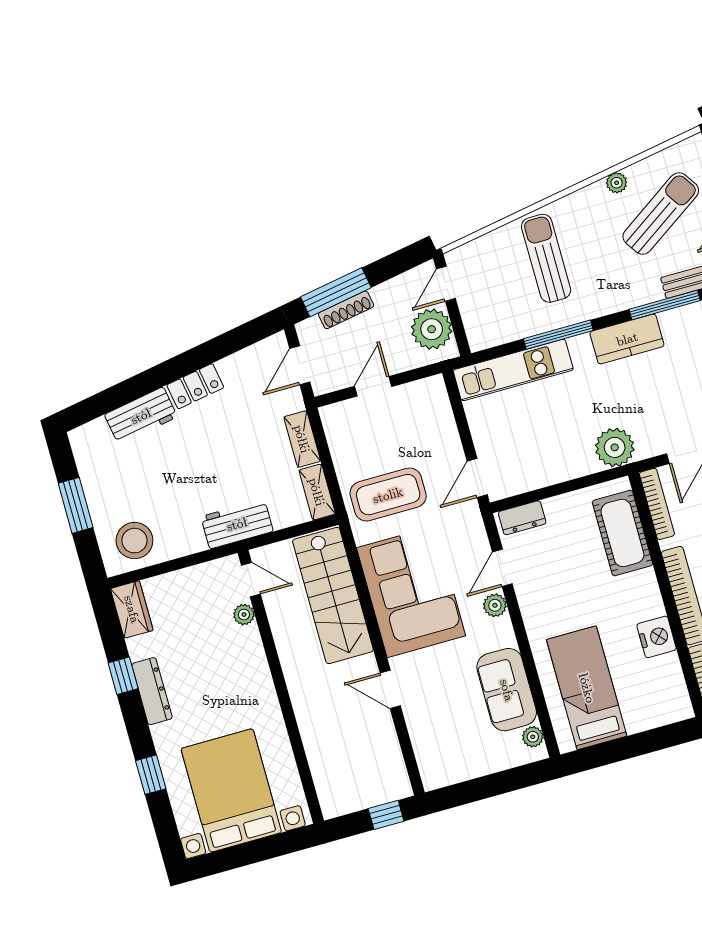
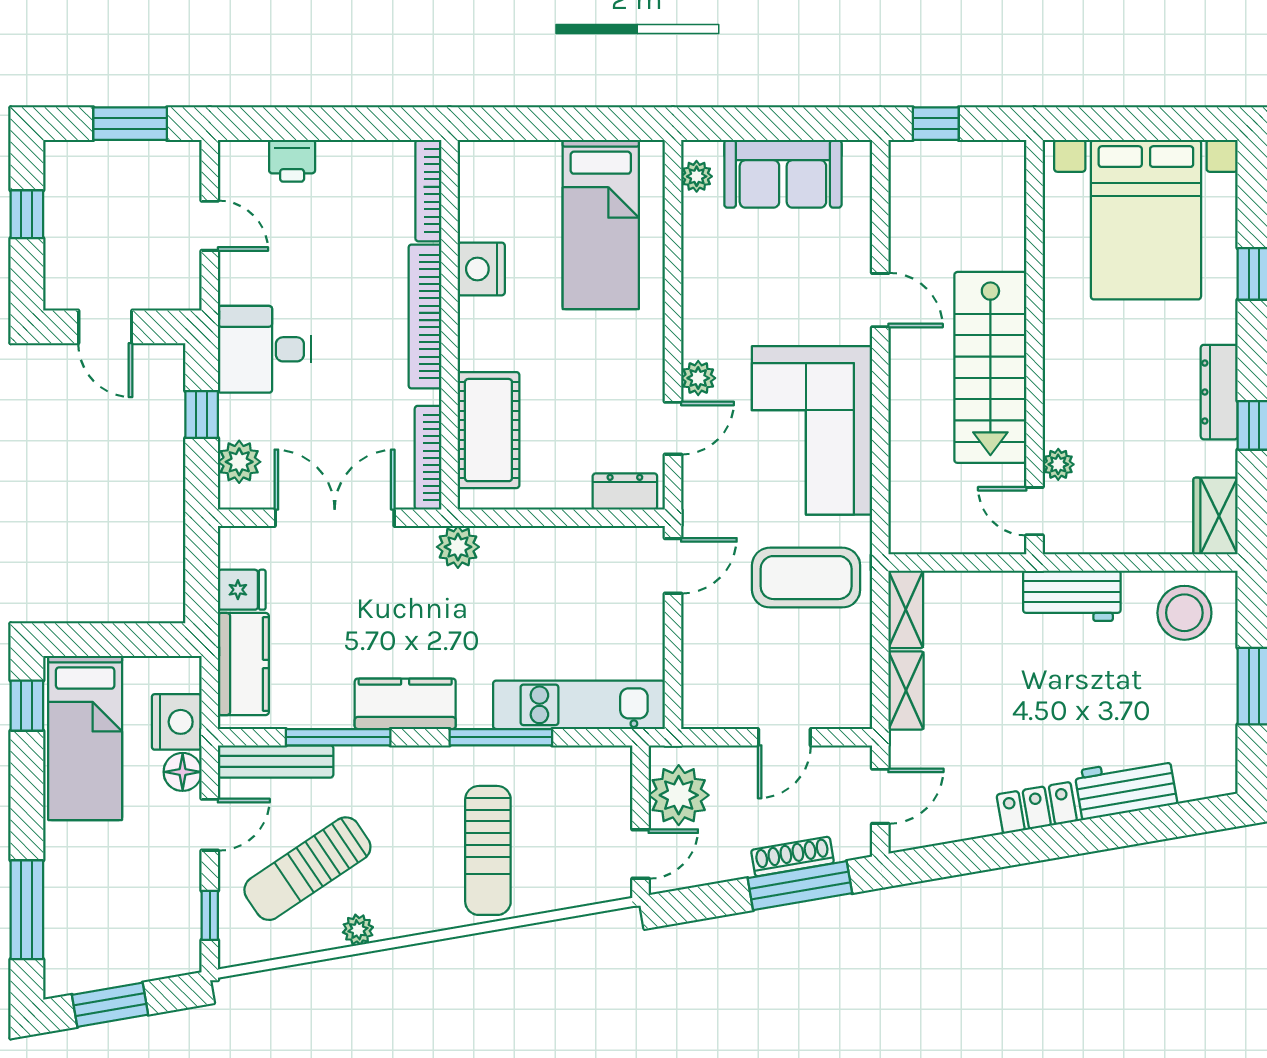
plant: (615, 447) -> (458, 547), width x0.73, depth x0.73
workbench: (237, 524) -> (1072, 596), moved
stairs: (333, 595) -> (990, 367), moved, turned 180
sofa: (507, 690) -> (783, 174), moved, turned 90

